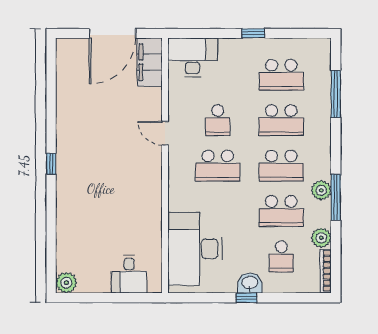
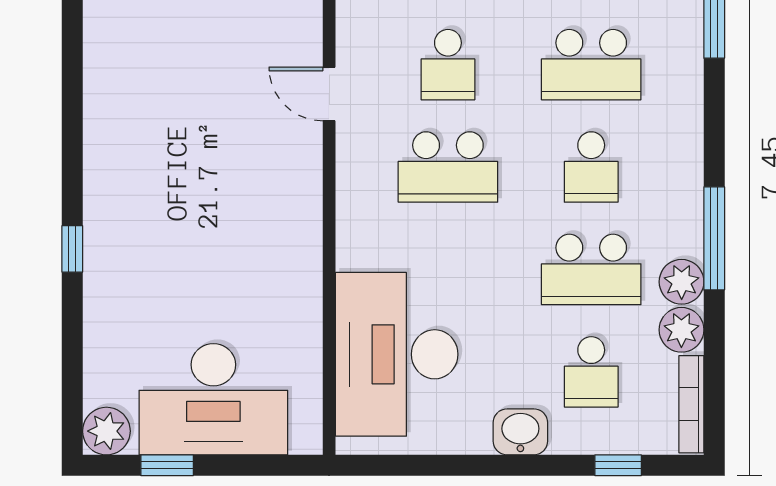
window: (51, 164) -> (72, 249), moved
school desk: (281, 166) -> (591, 167), width x0.54
plant: (321, 190) -> (682, 282), moved
desk: (129, 274) -> (213, 399), width x1.87, depth x1.30
window: (93, 298) -> (167, 465), added
window: (246, 298) -> (618, 465), moved

